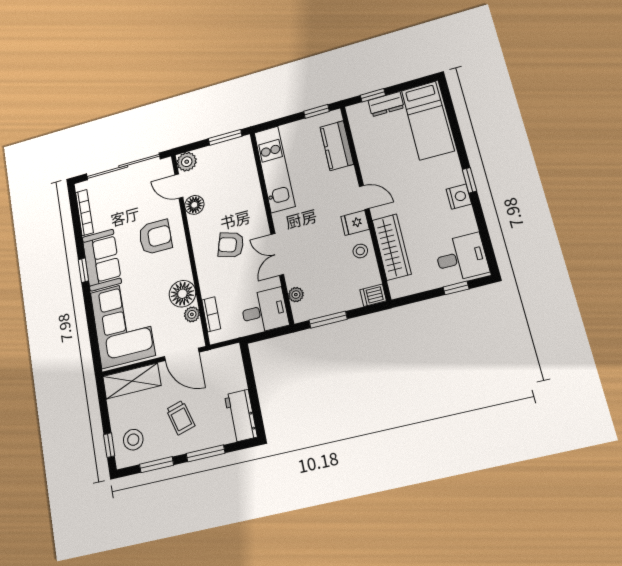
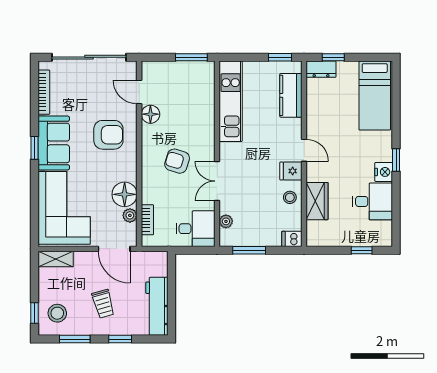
dresser: (386, 104) -> (321, 69), moved
plant: (187, 162) -> (151, 70), removed
wardrobe: (392, 247) -> (317, 201), width x0.67
desk: (461, 258) -> (372, 201), moved
shelving: (132, 381) -> (56, 259), width x0.67, depth x0.75
workbench: (241, 416) -> (157, 306), width x1.38
window: (206, 453) -> (120, 339), width x0.67

